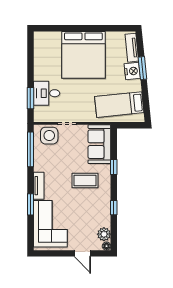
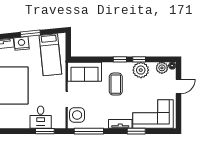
window: (142, 68) -> (30, 34), moved
window: (114, 167) -> (120, 59), moved
plant: (101, 210) -> (141, 70), added

